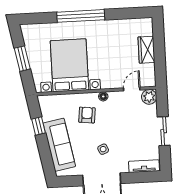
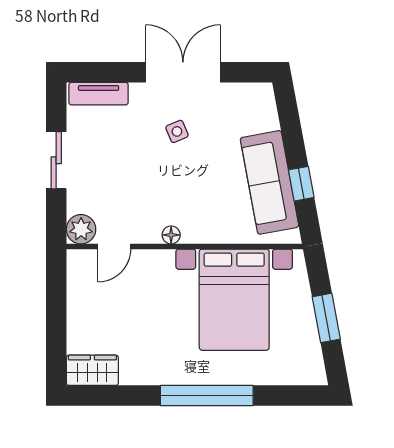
wardrobe: (146, 50) -> (92, 370), moved, turned -90
armchair: (87, 115) -> (205, 200), removed
sofa: (59, 145) -> (269, 182), moved

